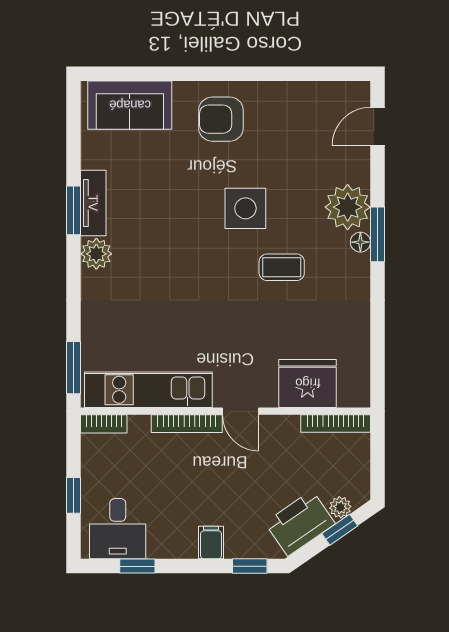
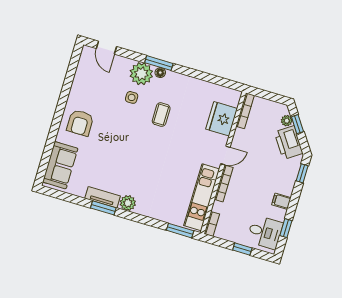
side table: (245, 208) -> (132, 97), moved, width x0.54, depth x0.54
filing cabinet: (211, 543) -> (281, 201), moved

